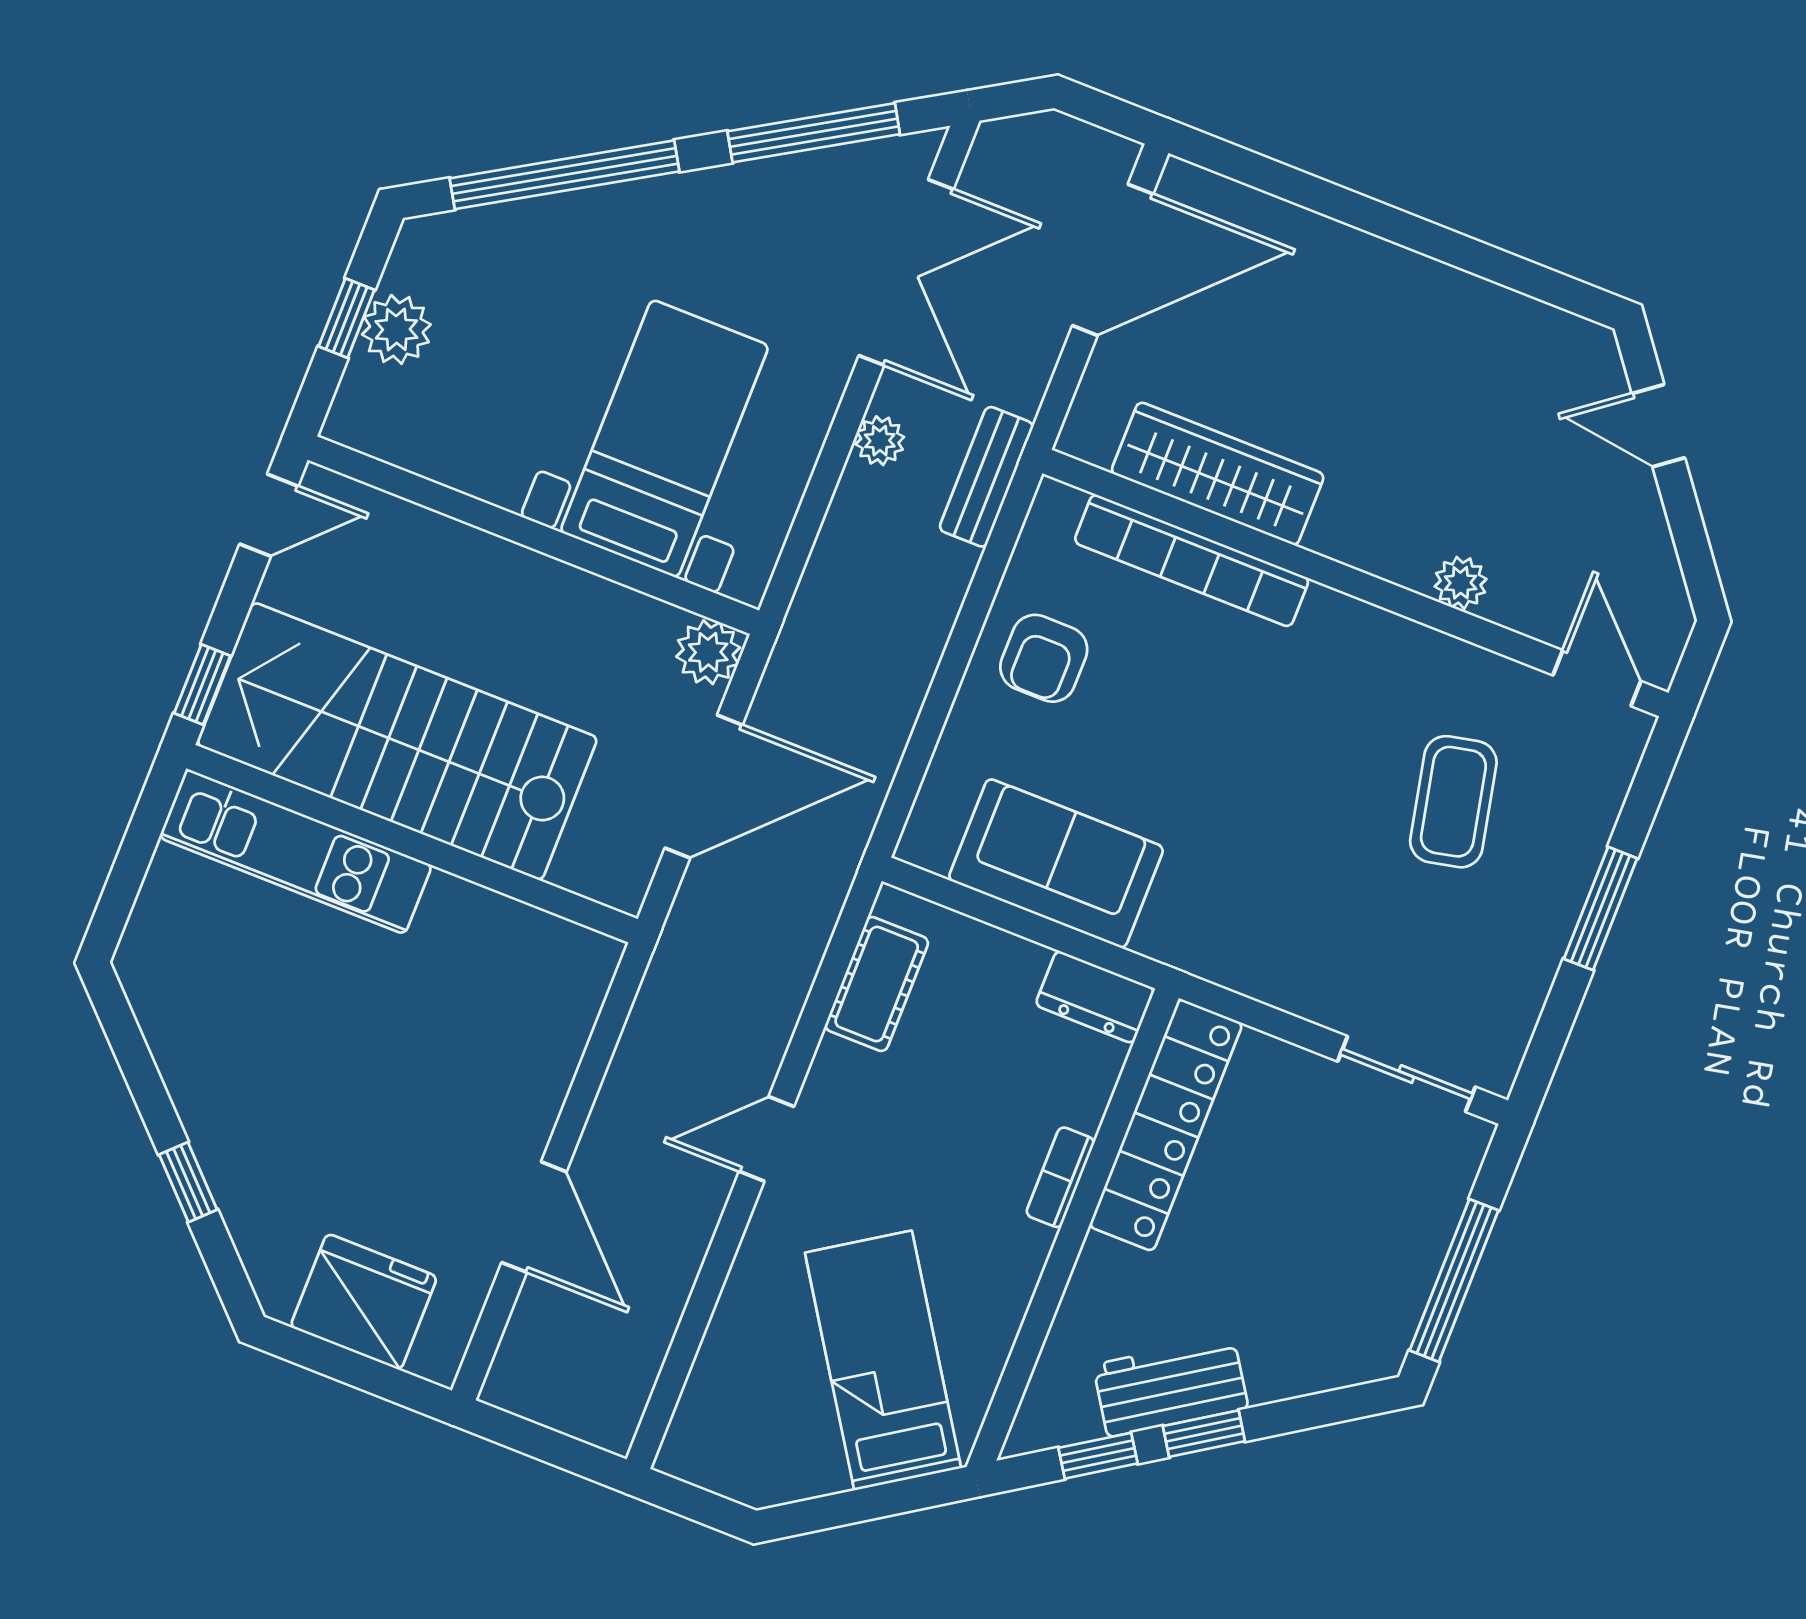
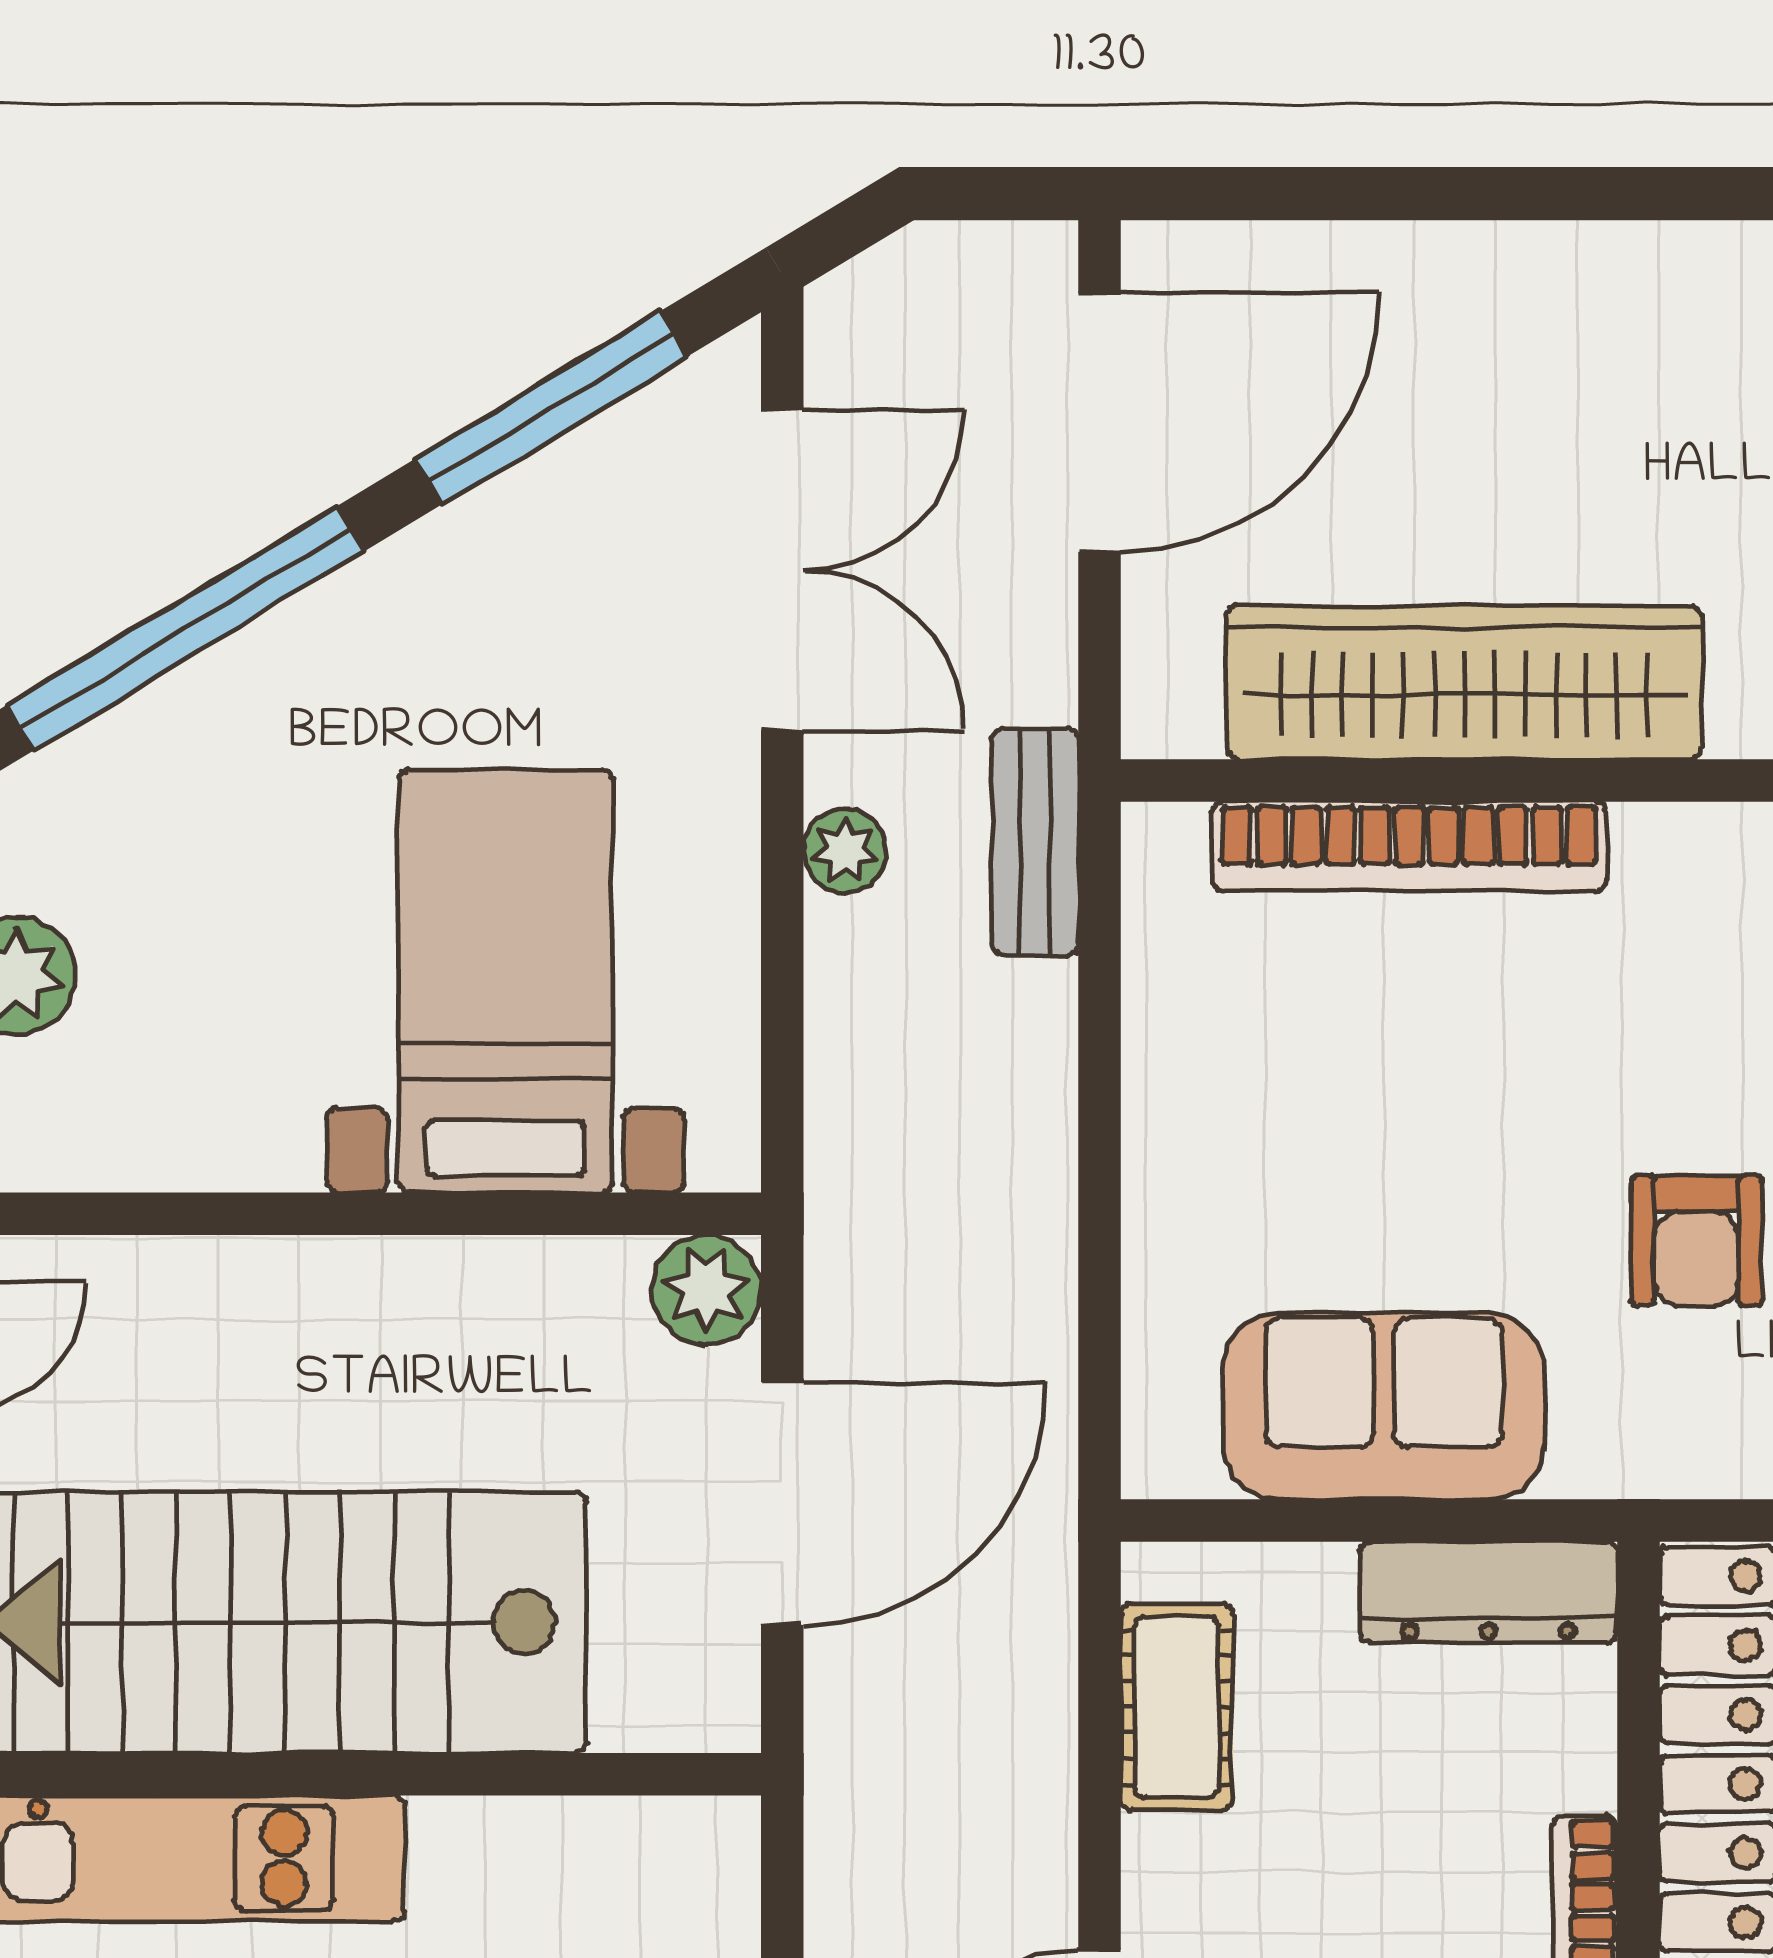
wardrobe: (1218, 474) -> (1464, 682), width x1.40, depth x1.17
armchair: (1044, 658) -> (1696, 1241), moved
dresser: (1095, 997) -> (1488, 1592), width x1.44

